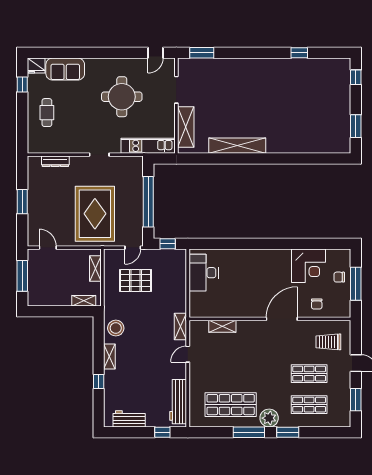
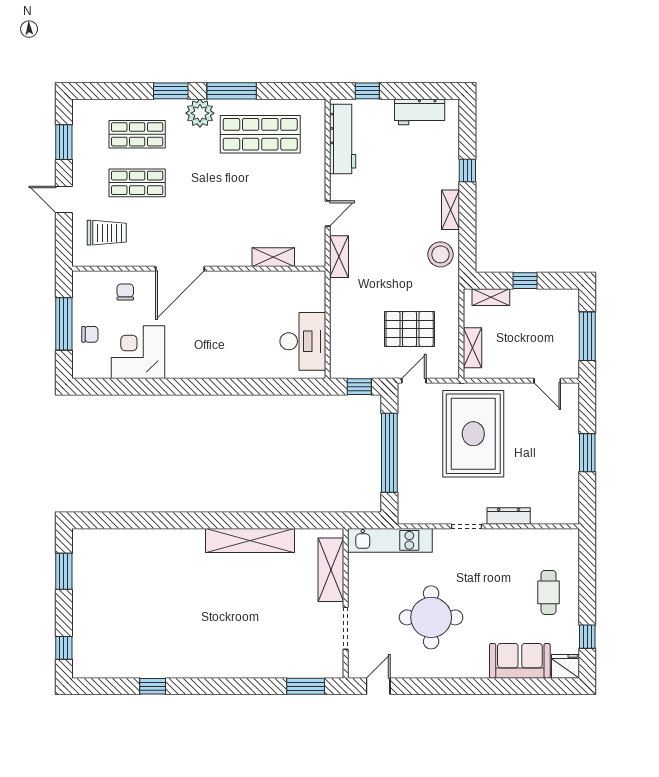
dresser: (55, 161) -> (509, 516), moved
window: (62, 311) -> (525, 281), added

